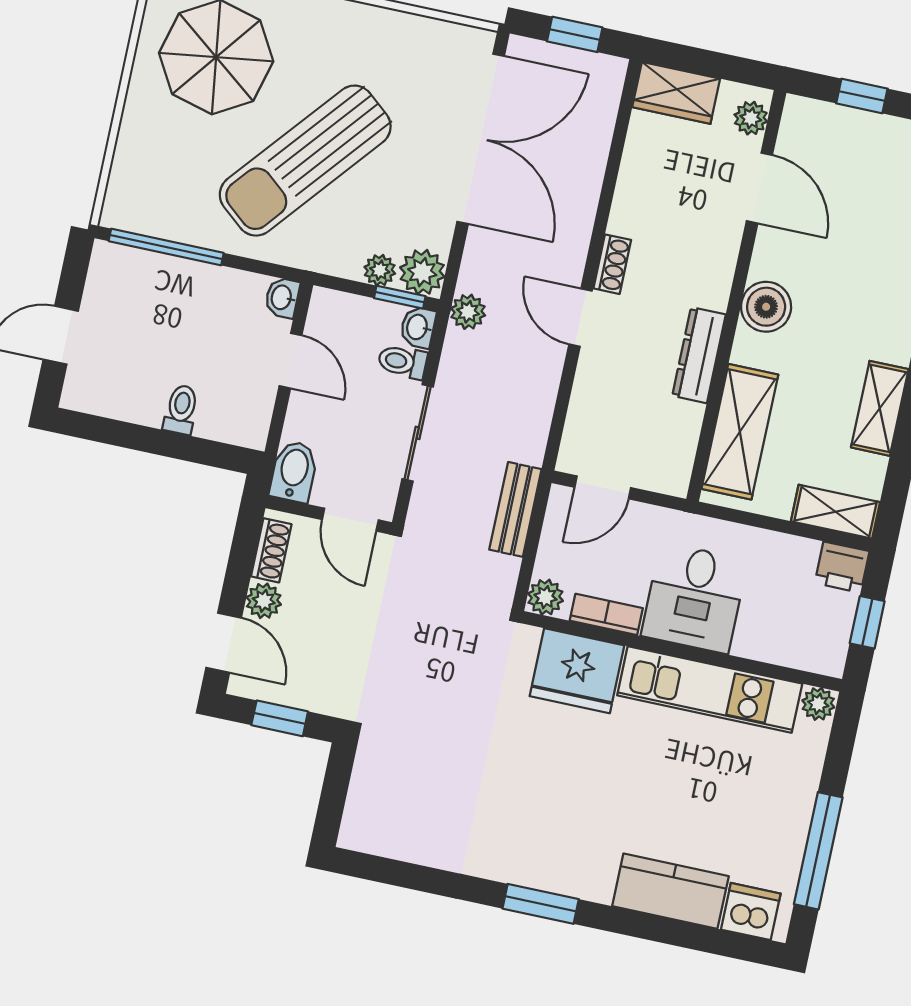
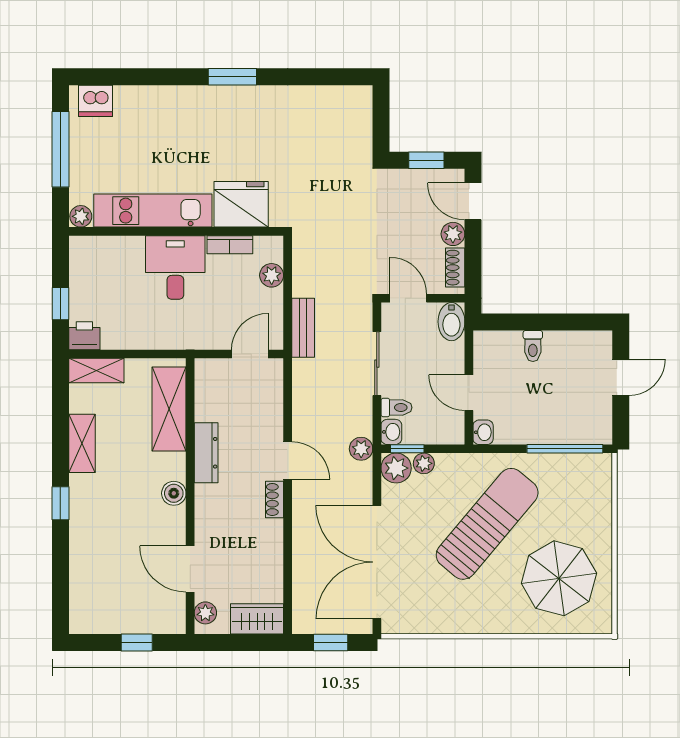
boiler: (766, 307) -> (174, 493), width x0.73, depth x0.73
desk: (694, 598) -> (175, 268), moved
bookcase: (606, 614) -> (230, 245), moved
wall: (682, 651) -> (176, 231), moved
fridge: (577, 671) -> (241, 204), moved
kitchen unit: (710, 689) -> (153, 211), moved
plant: (818, 704) -> (81, 216), moved
kitchen counter: (670, 891) -> (150, 103), removed

